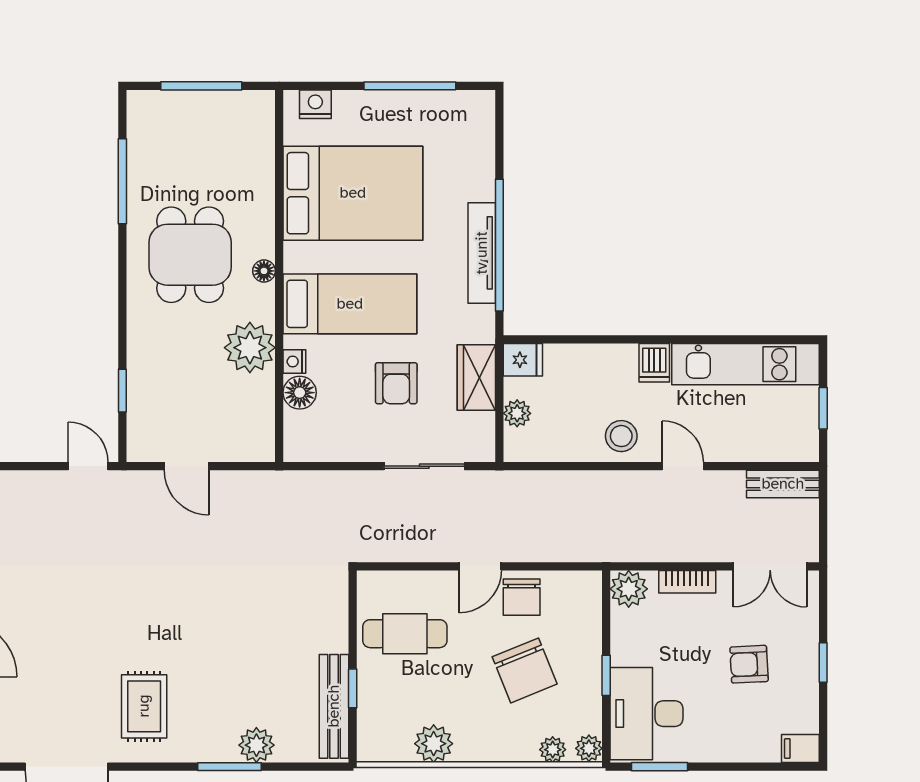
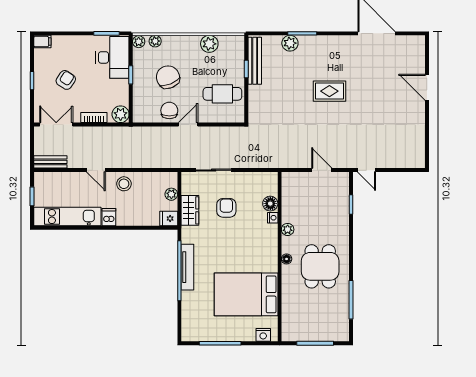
bed: (350, 304) -> (247, 244), removed
plant: (250, 348) -> (288, 229), width x0.53, depth x0.53
armchair: (749, 664) -> (66, 80), turned -54
rug: (144, 706) -> (329, 91), moved, turned 90

